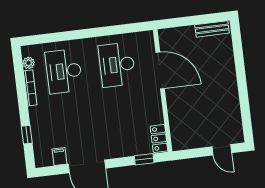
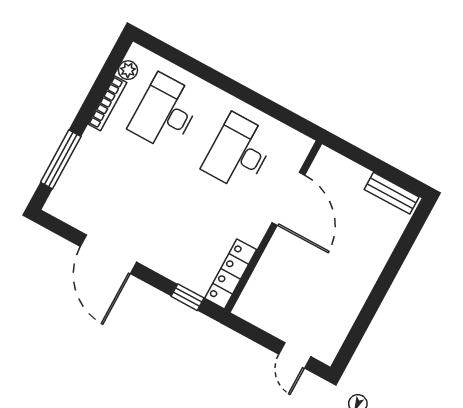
window: (27, 135) -> (61, 159), width x2.17
locker: (159, 139) -> (231, 274), width x1.53
filing cabinet: (59, 157) -> (82, 217), removed

